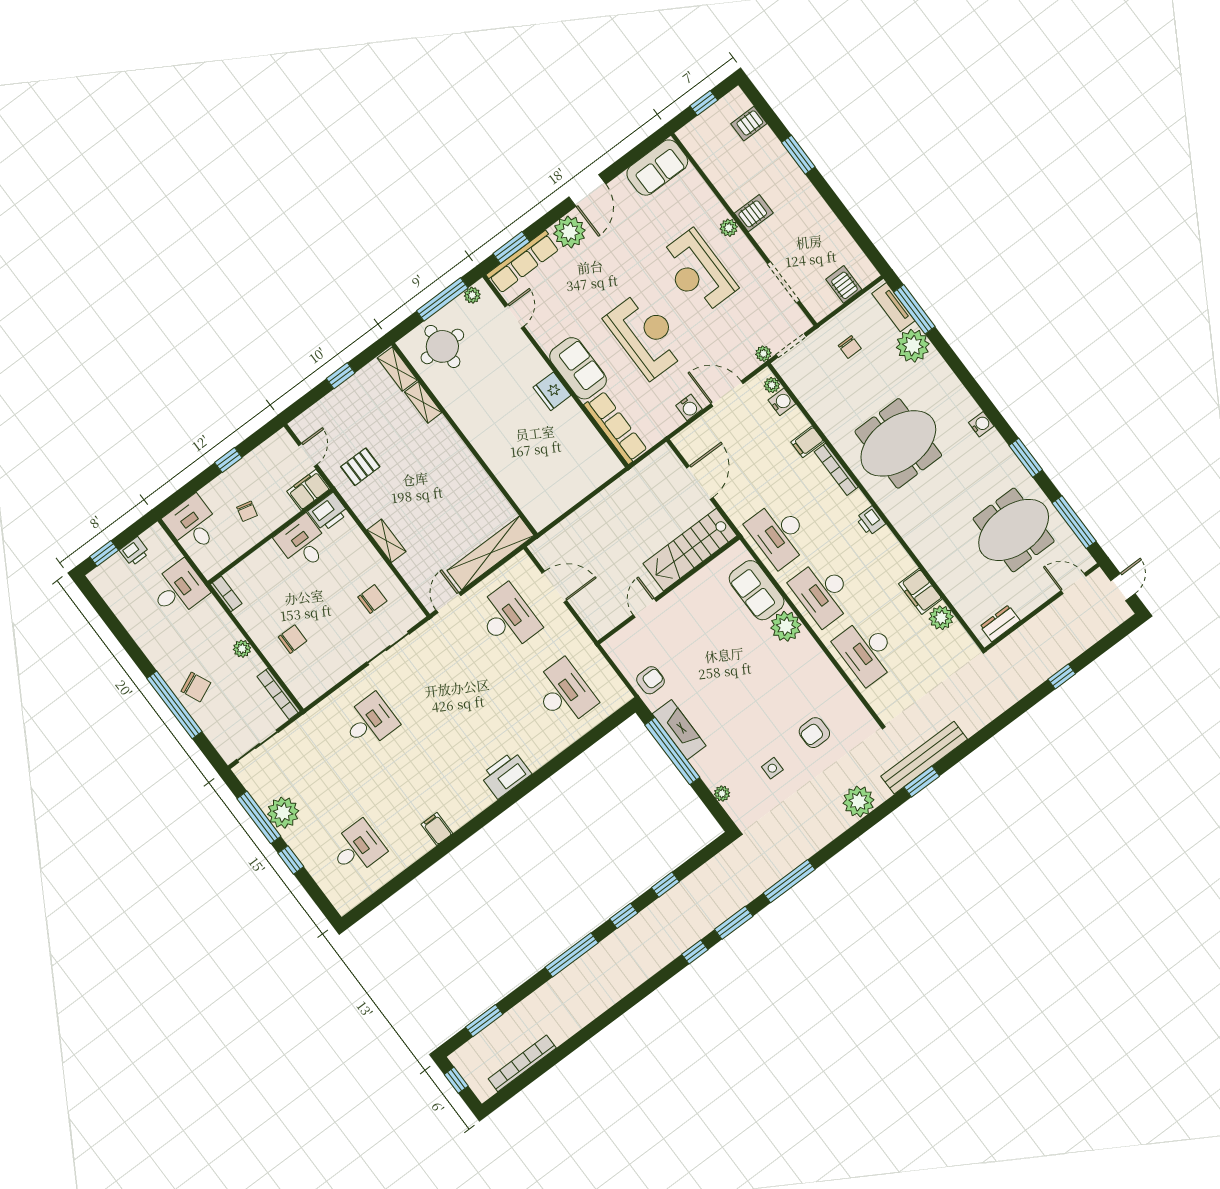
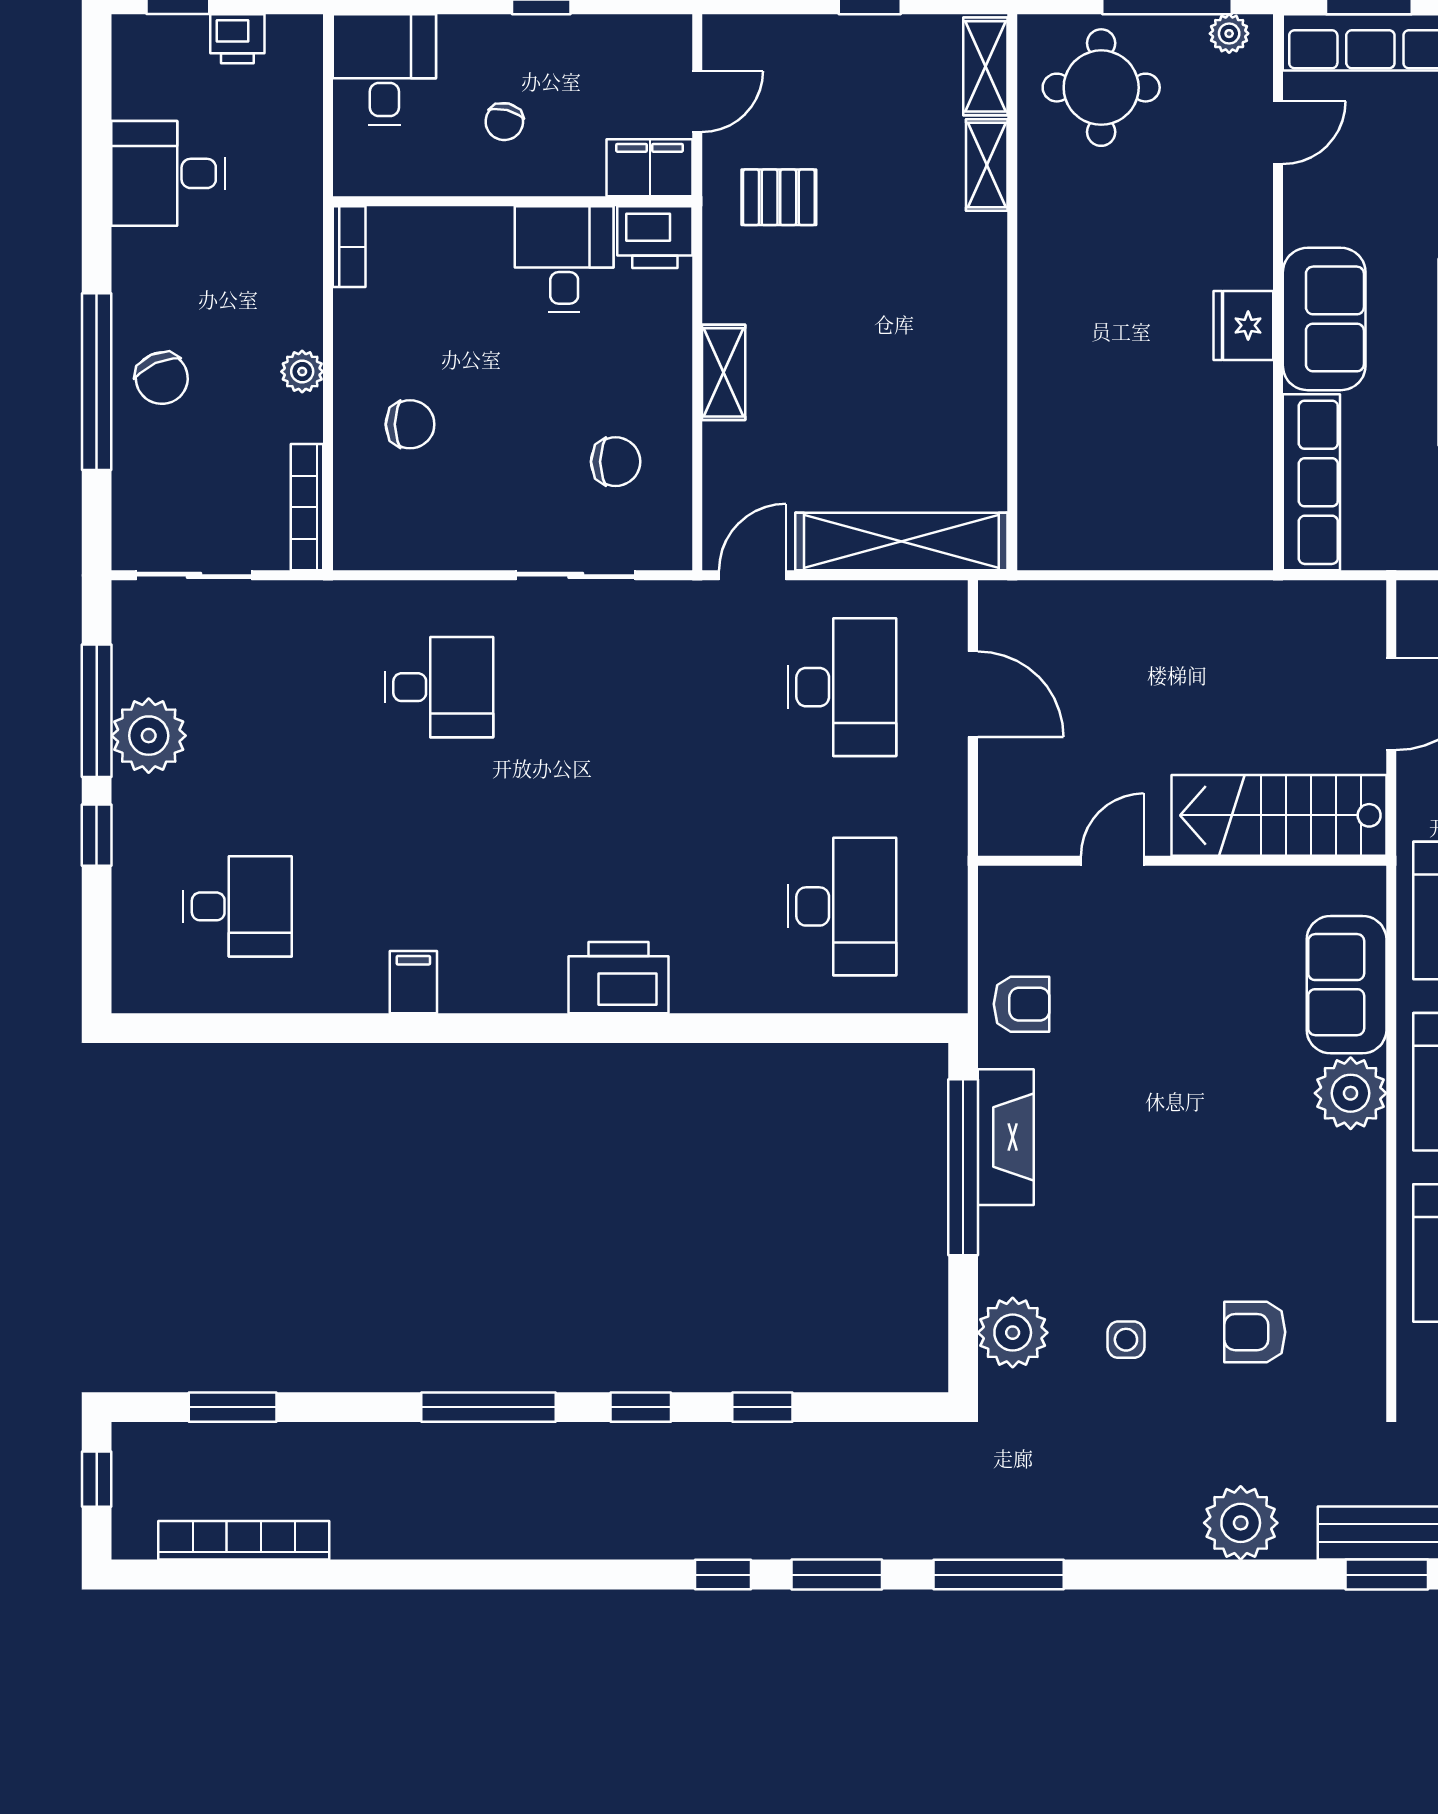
desk: (178, 589) -> (168, 173), moved, turned 180
plant: (722, 794) -> (1013, 1333), width x1.88, depth x1.88

